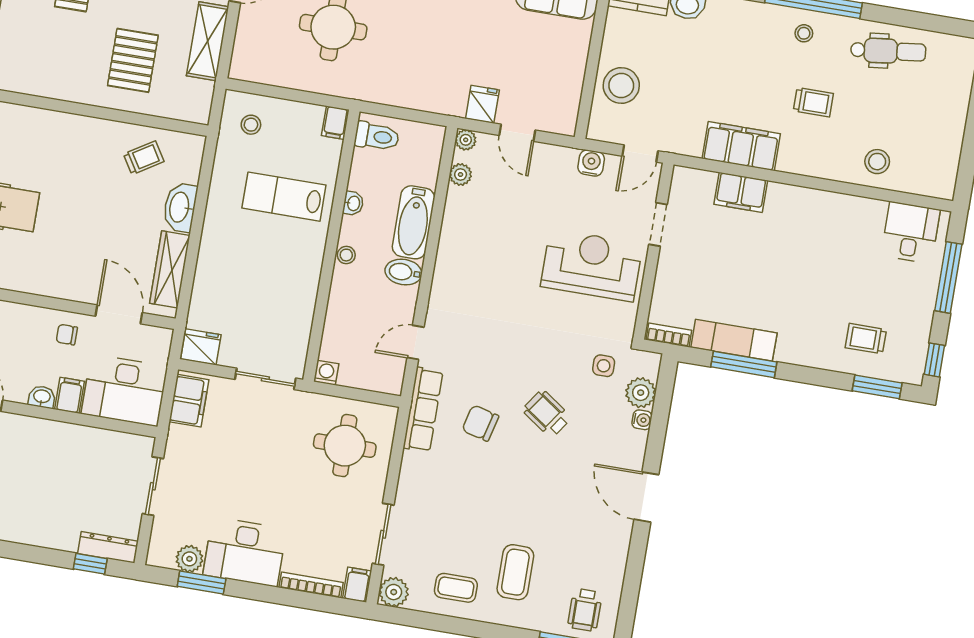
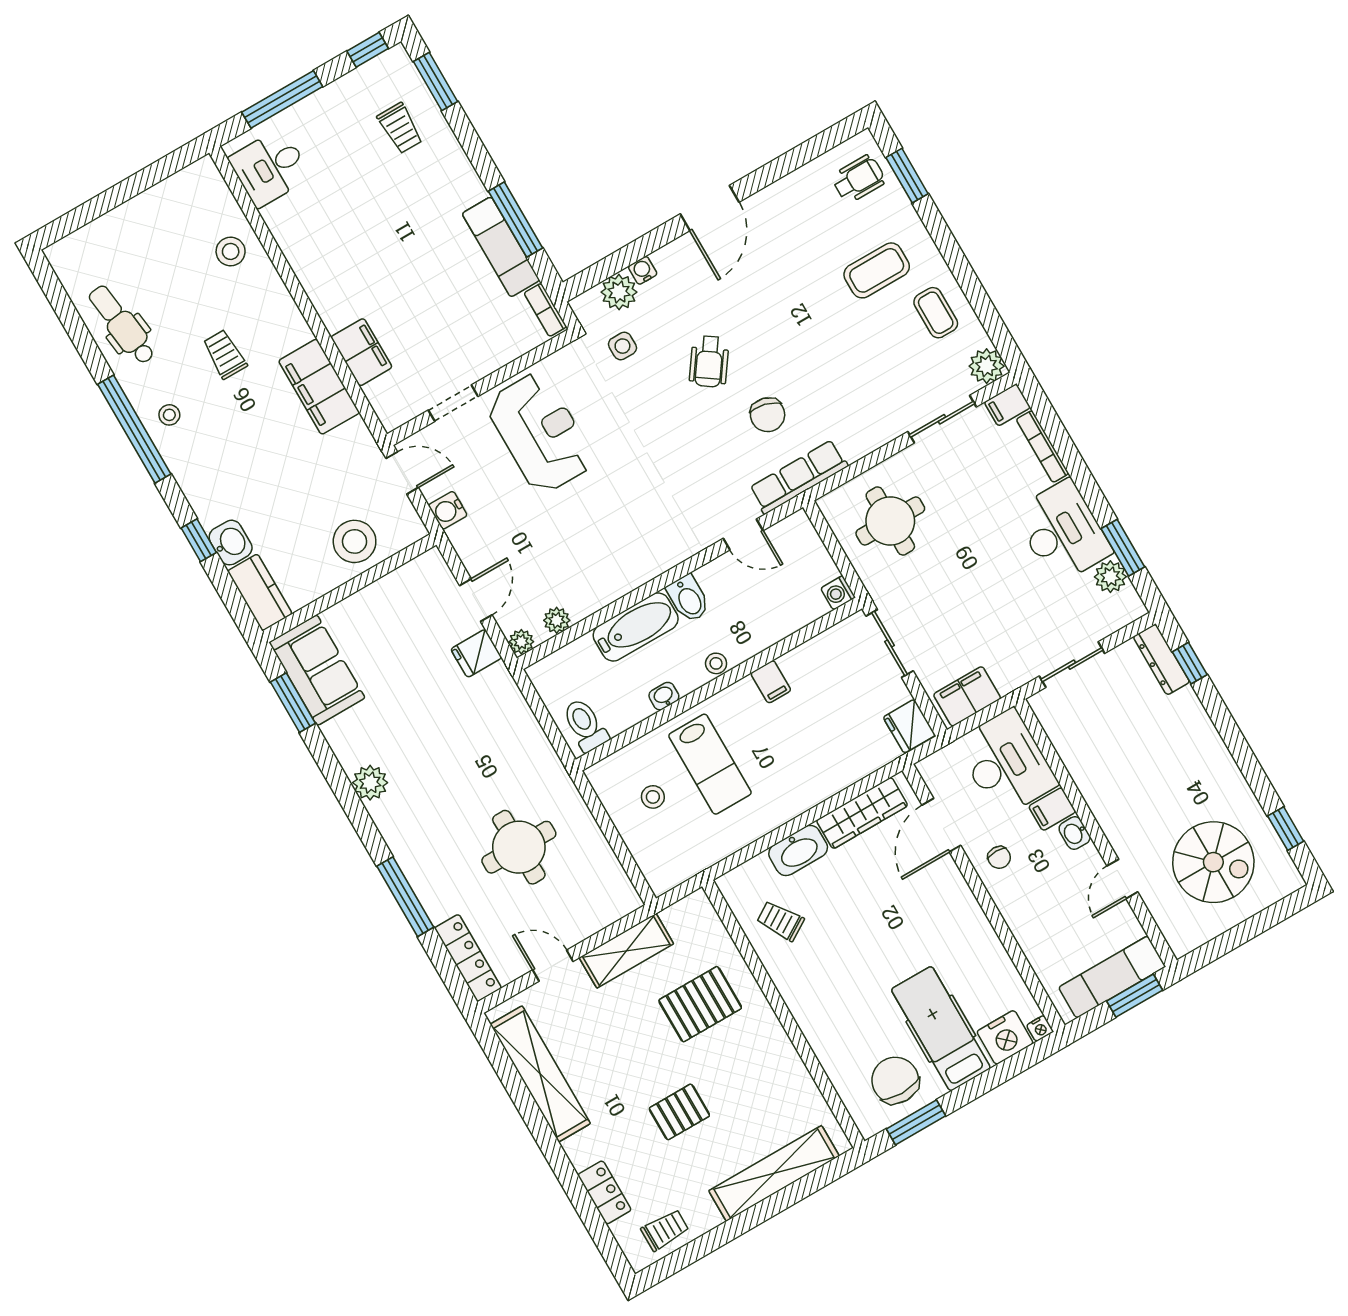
filing cabinet: (335, 123) -> (771, 682), moved, turned 90
stool: (251, 125) -> (653, 797), moved
reception desk: (592, 265) -> (540, 433), turned 180

